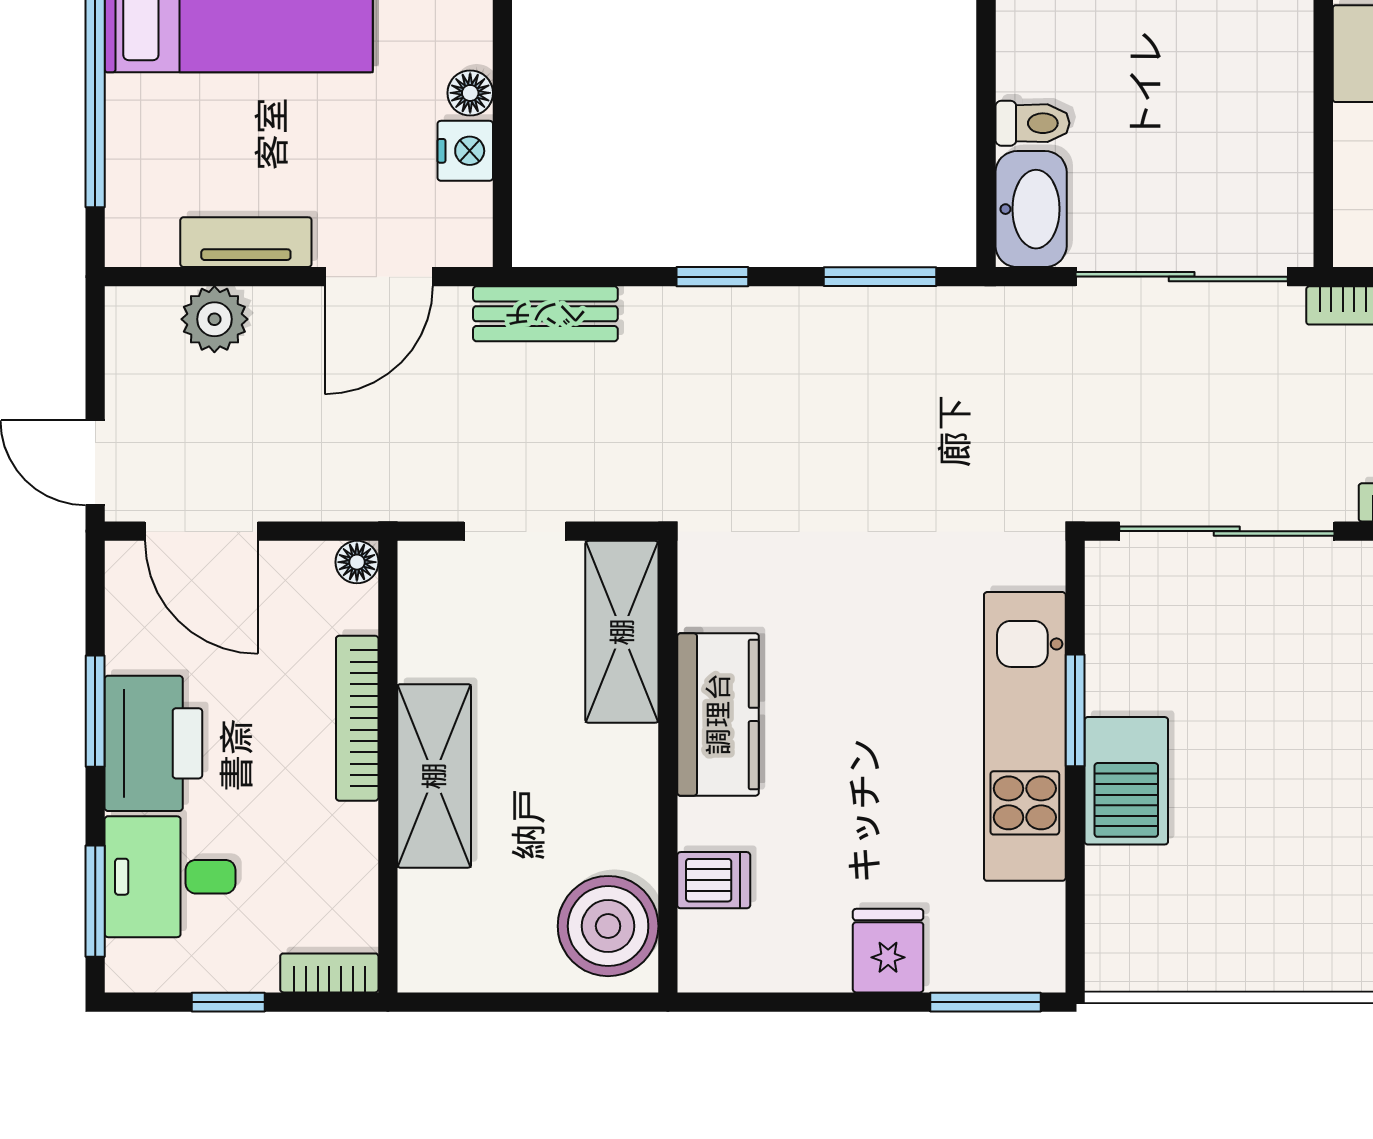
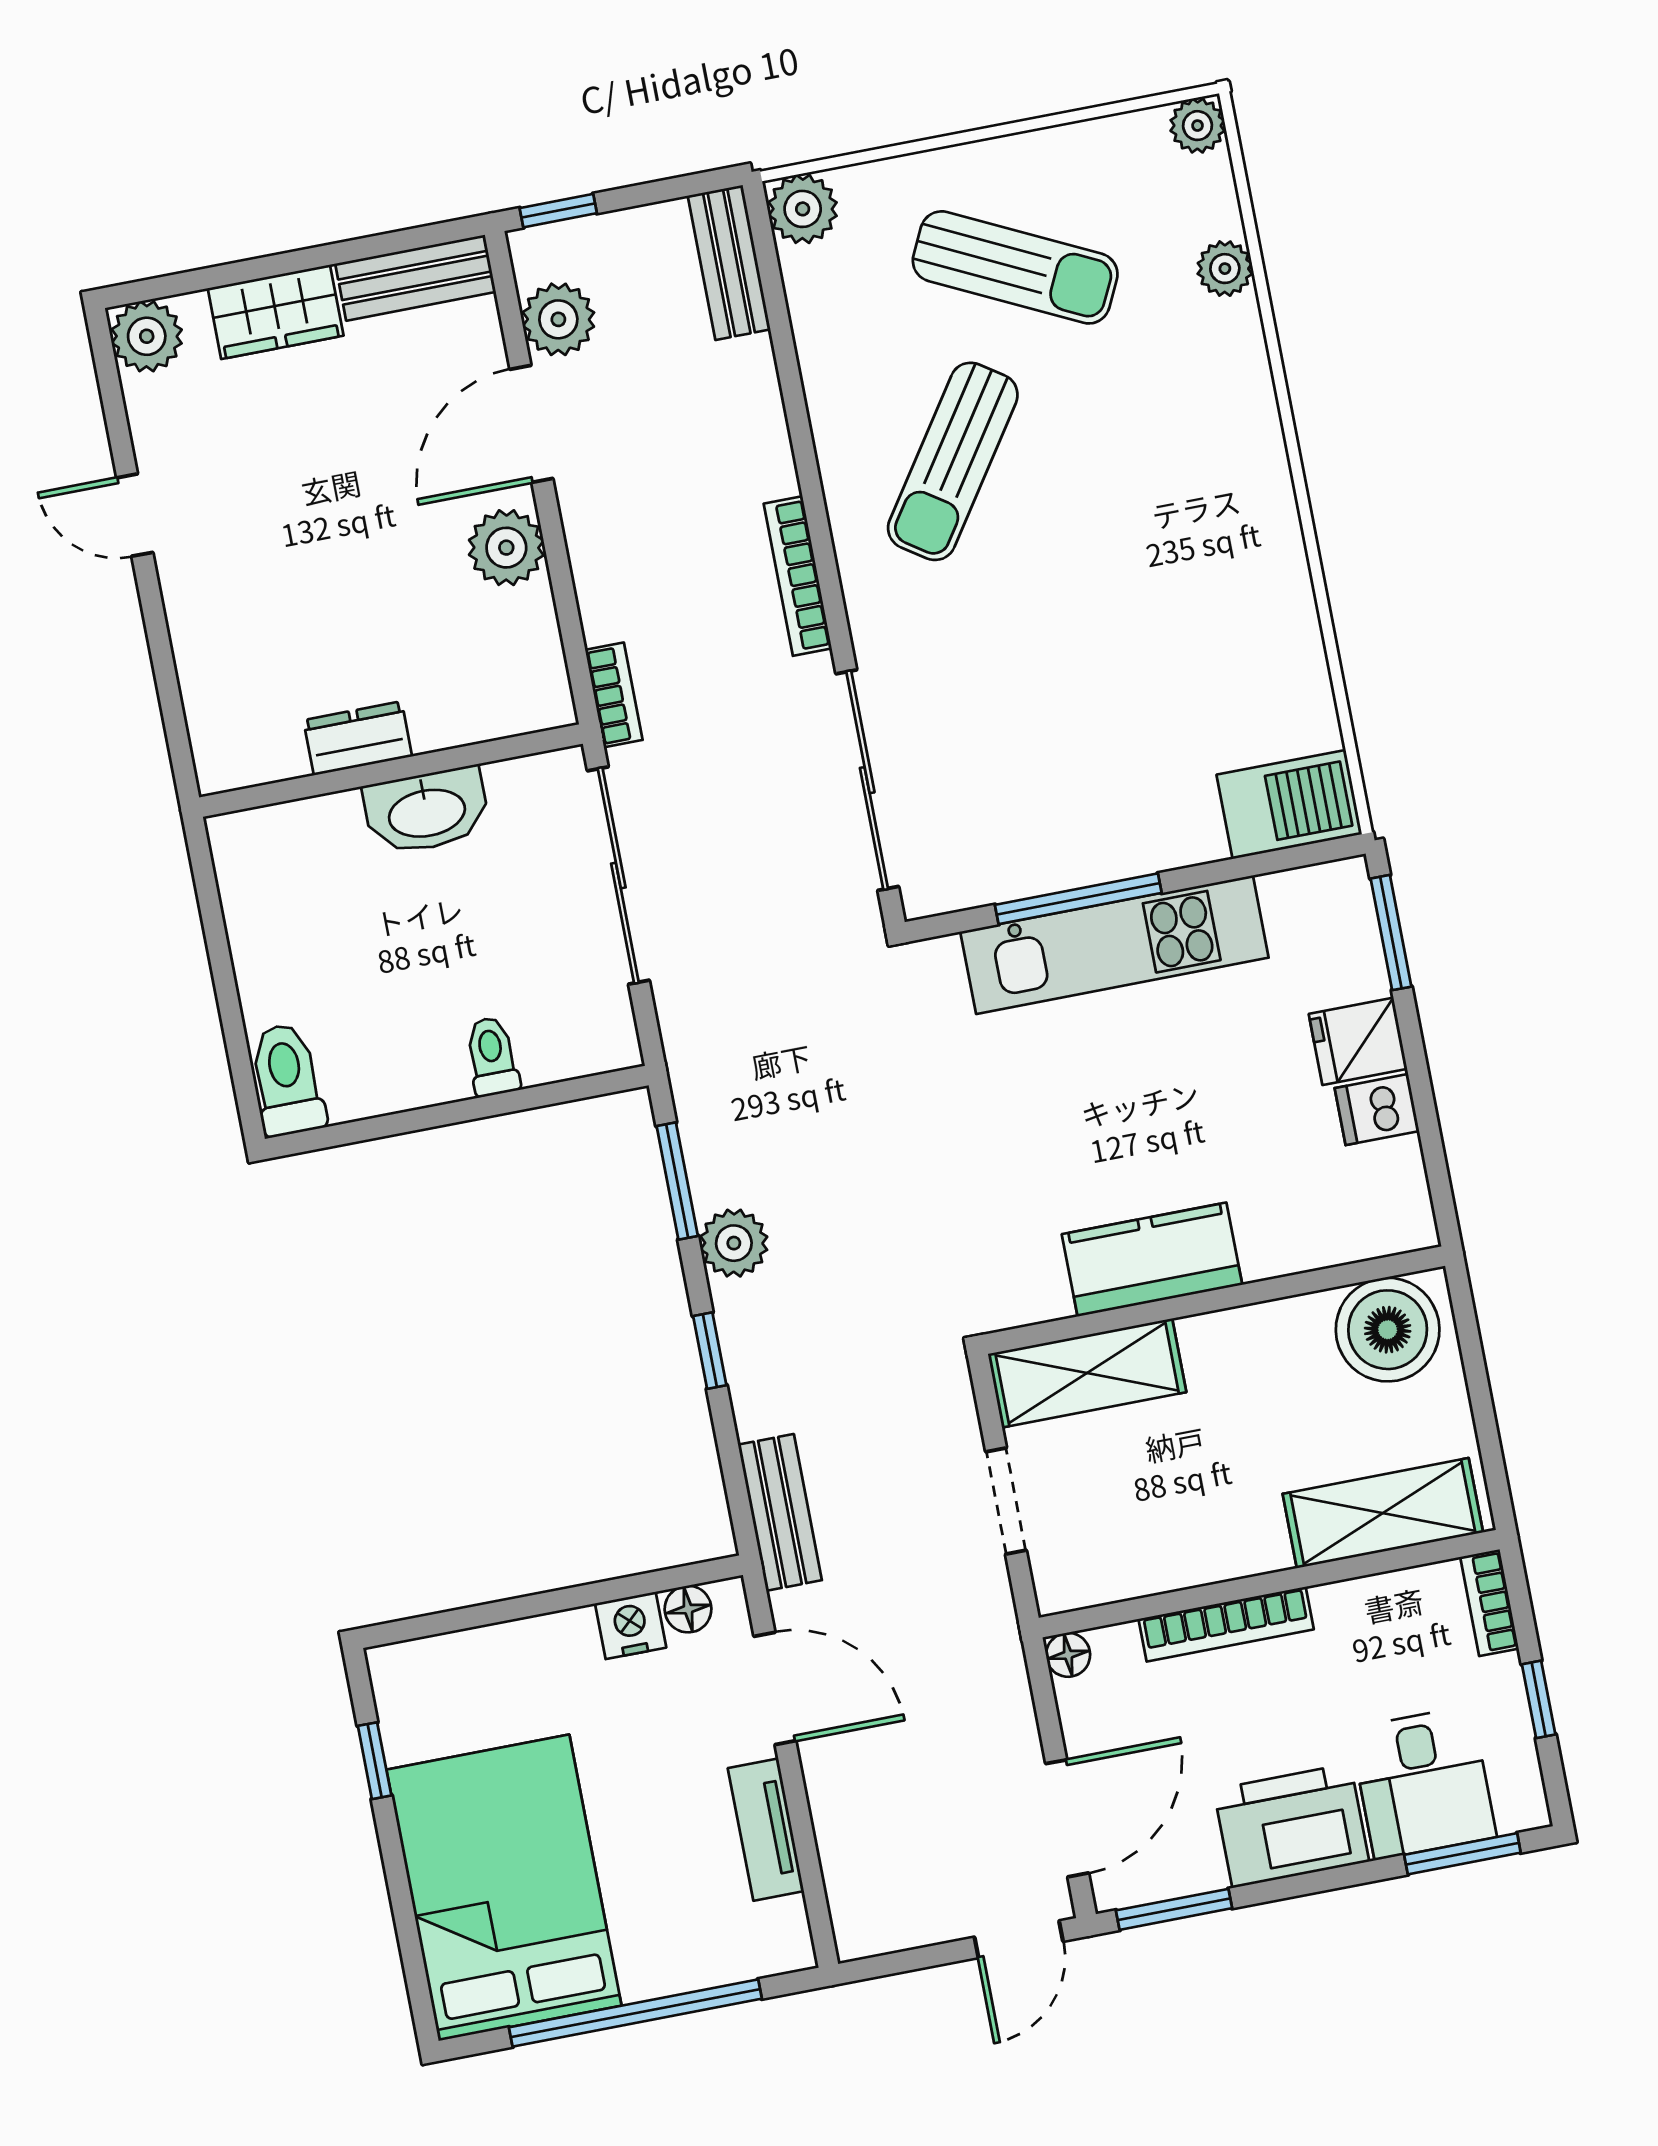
floor lamp: (470, 93) -> (688, 1609), moved
washbasin: (1031, 209) -> (427, 811), moved, turned 180
plant: (214, 319) -> (734, 1243), moved
window: (1075, 710) -> (1078, 899), width x1.44
window: (95, 711) -> (1174, 1909), moved
shelving: (434, 776) -> (1383, 1513), moved
barbecue: (1126, 781) -> (1289, 804), moved
dishwasher: (714, 880) -> (1377, 1110), moved, turned -90

